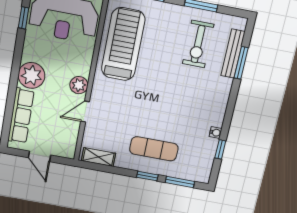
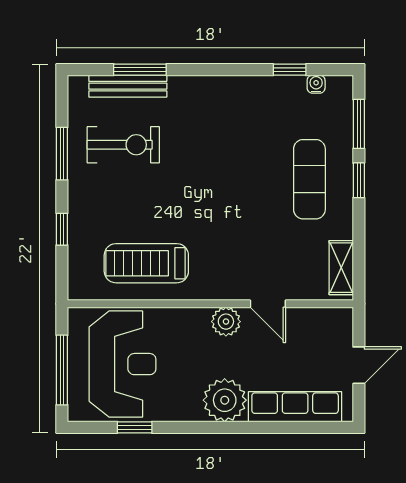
treadmill: (123, 44) -> (146, 263), width x0.73, depth x0.73
water cooler: (215, 133) -> (316, 84), moved

